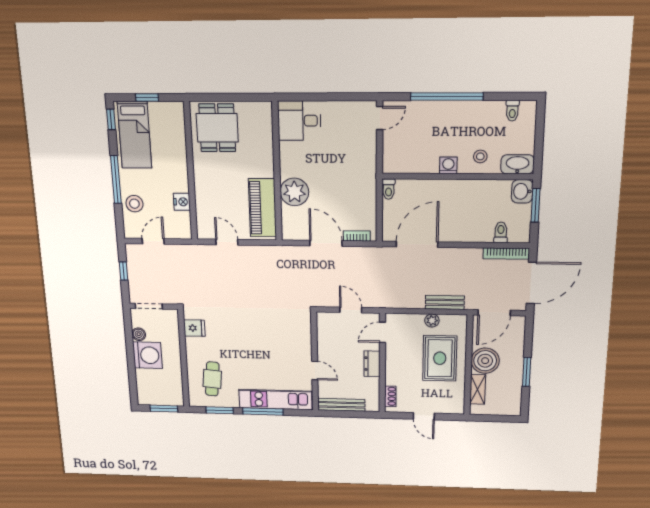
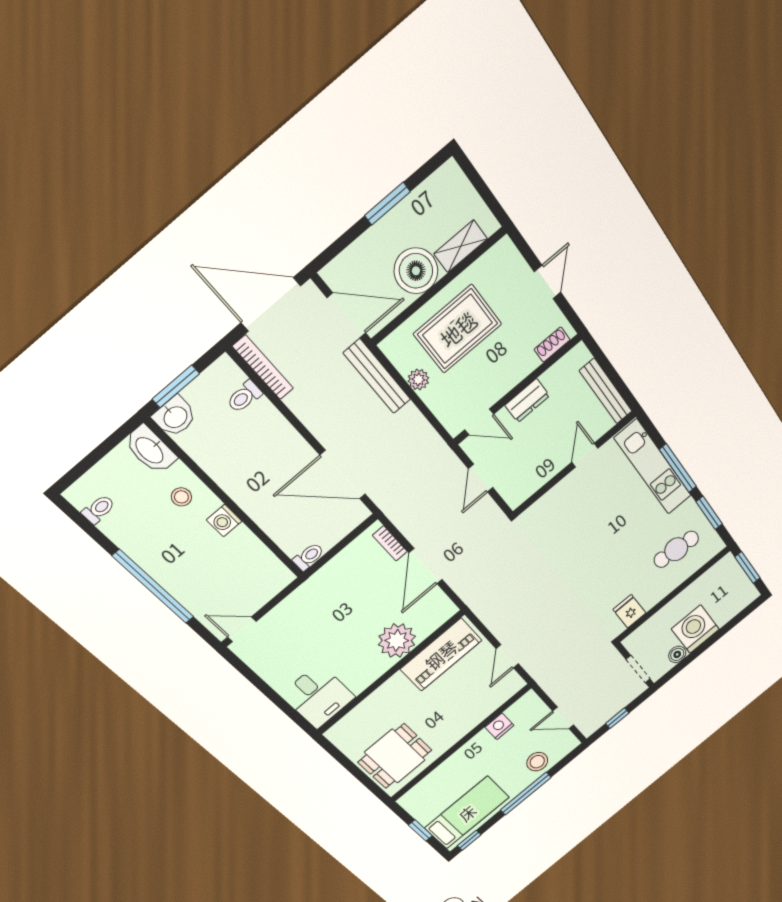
bench: (445, 302) -> (377, 376), width x1.36

